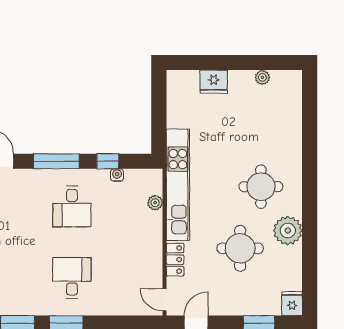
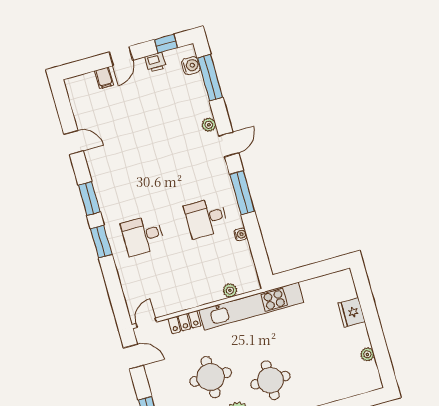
window: (108, 161) -> (255, 238), removed
water cooler: (117, 175) -> (241, 234), moved
desk: (72, 278) -> (143, 235), turned 180

